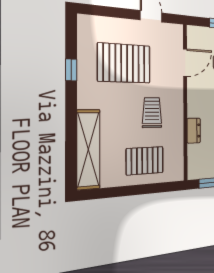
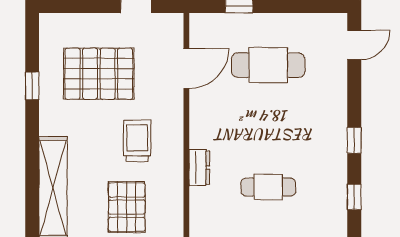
pallet: (145, 161) -> (127, 207), turned 90

